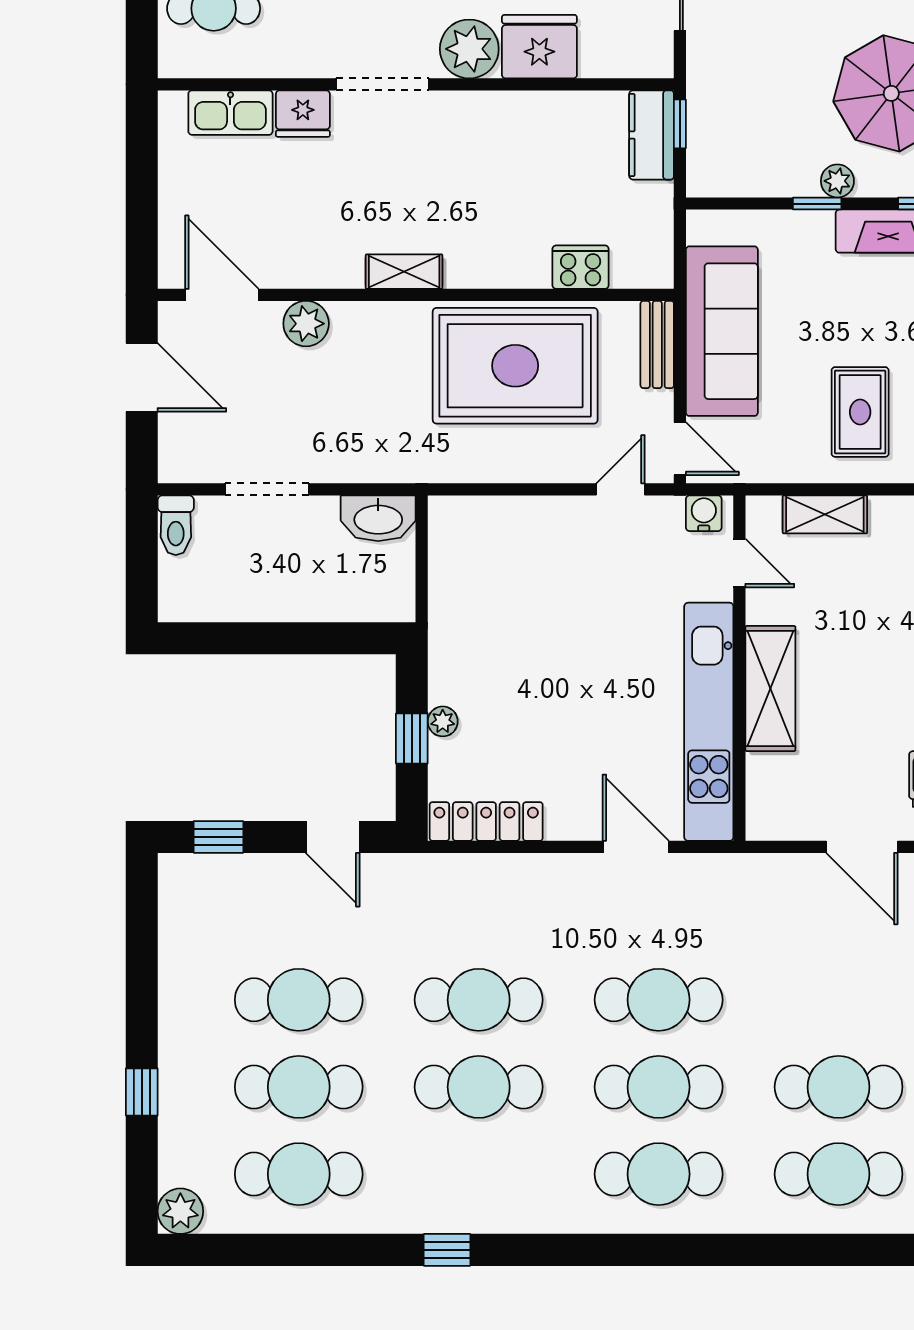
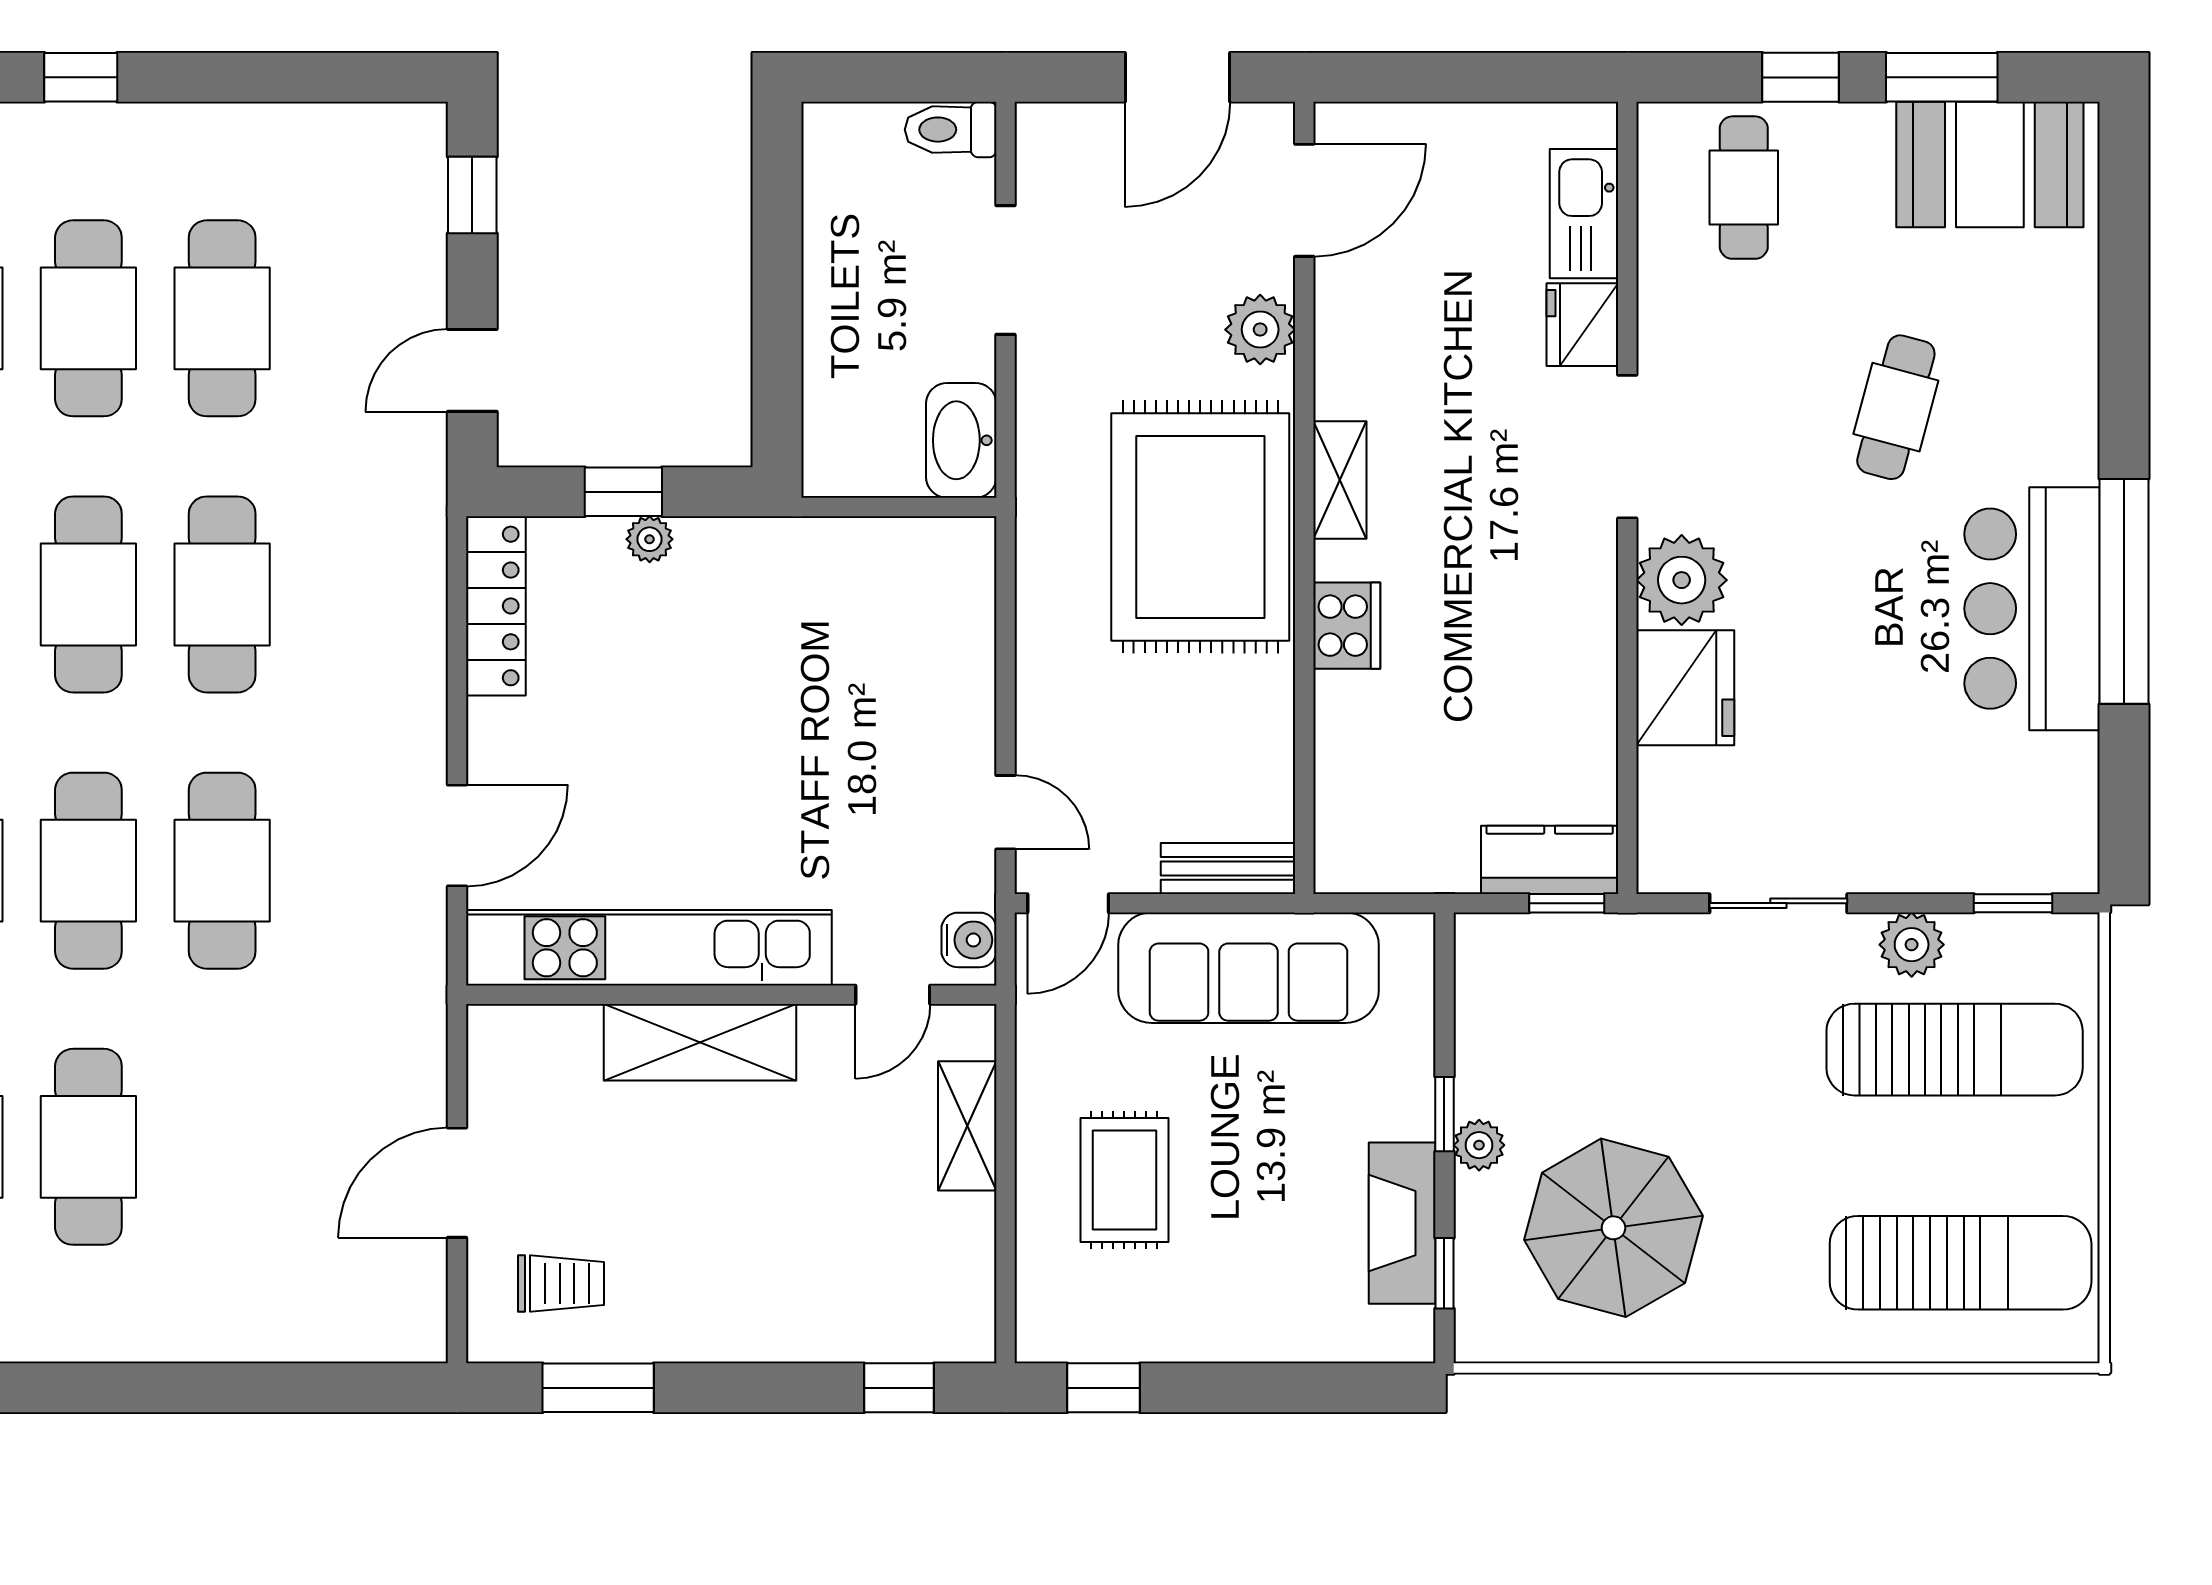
cooker: (581, 267) -> (1347, 626), moved
rug: (515, 366) -> (1200, 527), moved
rug: (860, 412) -> (1124, 1180), turned 90

